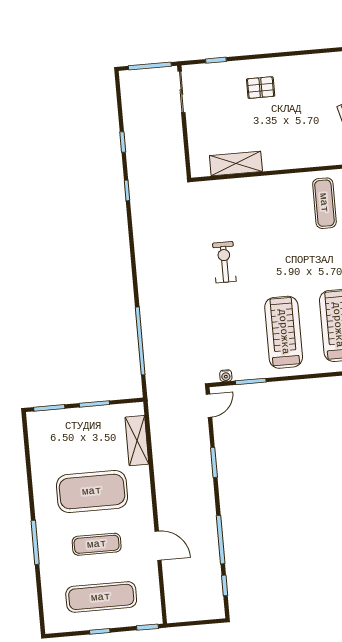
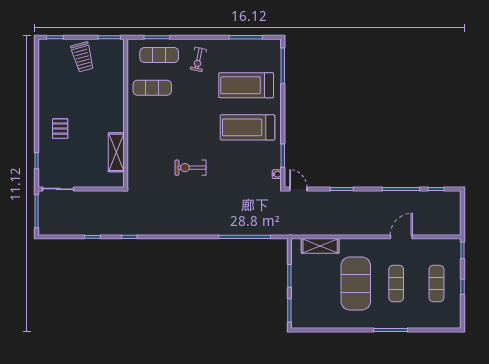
exercise mat: (101, 597) -> (436, 283), width x0.73, depth x0.69

